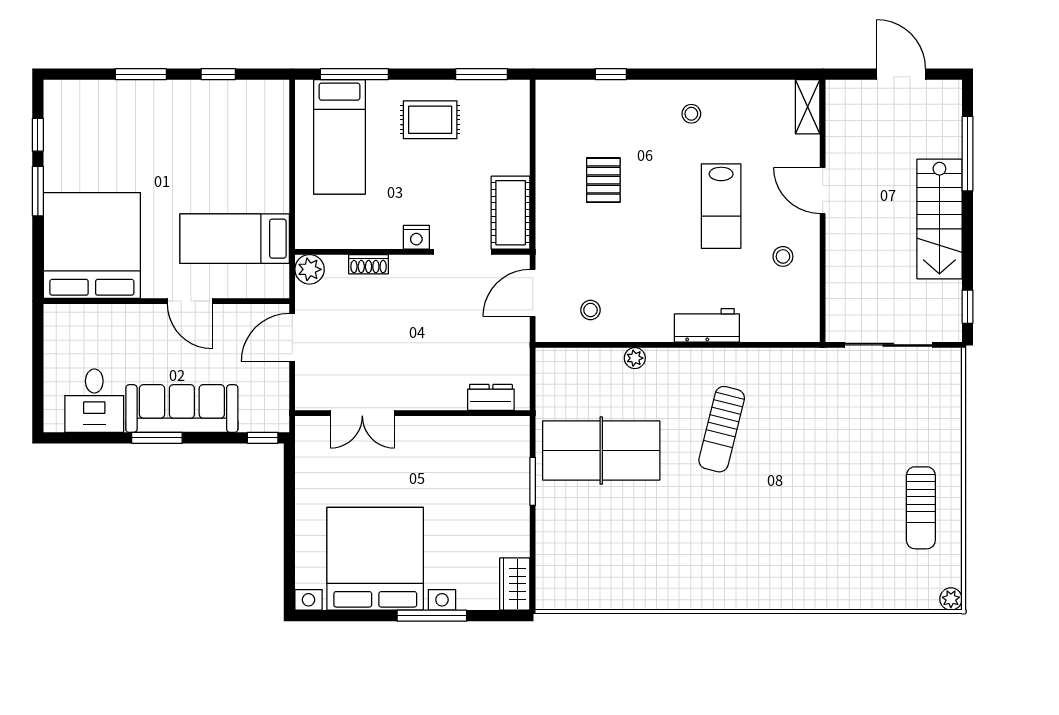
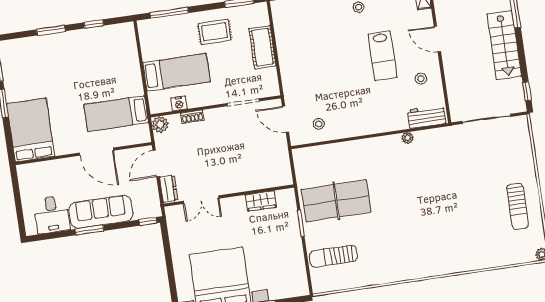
bed: (340, 137) -> (176, 72), moved, turned -90
pallet: (603, 180) -> (315, 51), removed
cot: (511, 213) -> (262, 47), moved
nightstand: (416, 237) -> (179, 103), moved
bed: (92, 246) -> (31, 130), width x0.73
door: (533, 293) -> (285, 119), hinge flipped
door: (190, 301) -> (97, 152), width x1.36
workbench: (707, 325) -> (427, 117), moved
plant: (635, 358) -> (407, 138), moved
dresser: (491, 397) -> (169, 189), moved, turned 90
sun lounger: (722, 429) -> (333, 256), moved, turned 76
wardrobe: (515, 584) -> (261, 201), moved, turned -90

